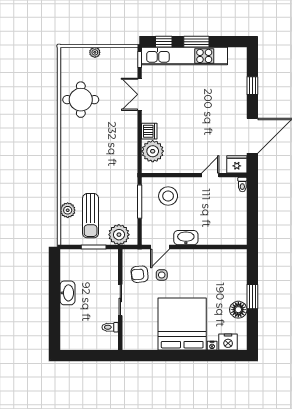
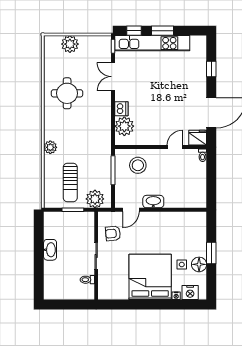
plant: (95, 52) -> (70, 44), width x1.88, depth x1.88
round table: (81, 100) -> (67, 93), moved
plant: (68, 210) -> (50, 147), moved
side table: (162, 275) -> (182, 265), moved

